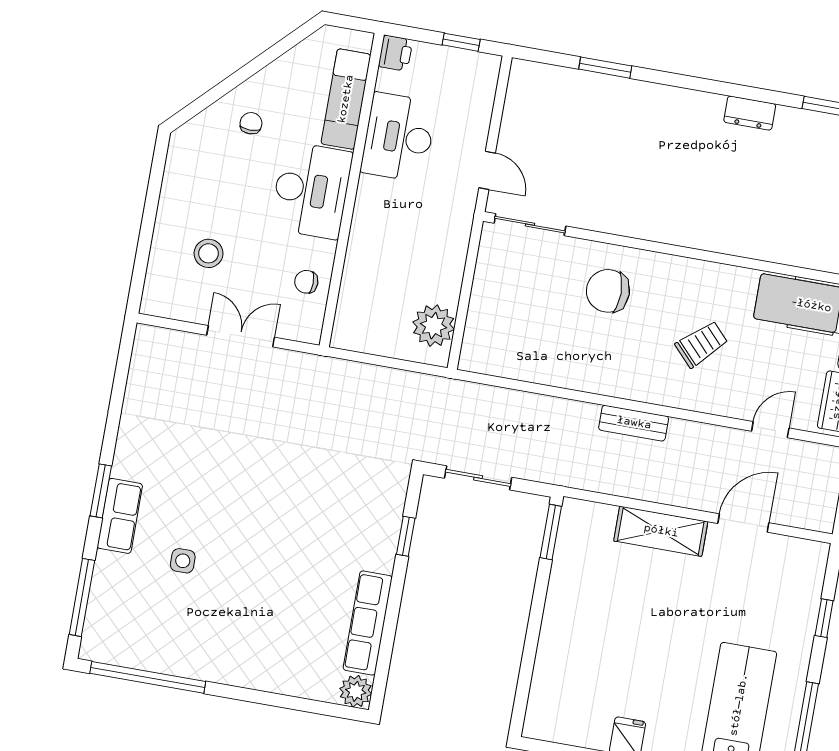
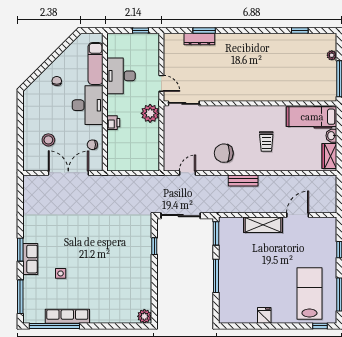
printer: (395, 53) -> (113, 123), moved
dresser: (750, 113) -> (199, 39), moved, width x1.44
chair: (608, 291) -> (224, 153), moved
plant: (434, 326) -> (150, 113), moved
double door: (241, 336) -> (68, 173), width x1.37
trolley: (702, 344) -> (266, 142), turned 133
door: (770, 430) -> (187, 173), moved
sliding door: (478, 478) -> (181, 216), width x1.37
row of seats: (368, 623) -> (67, 316), moved, turned 90
window: (534, 629) -> (216, 276), added

